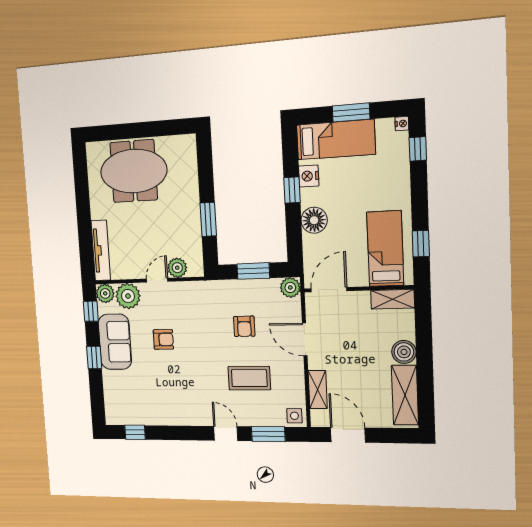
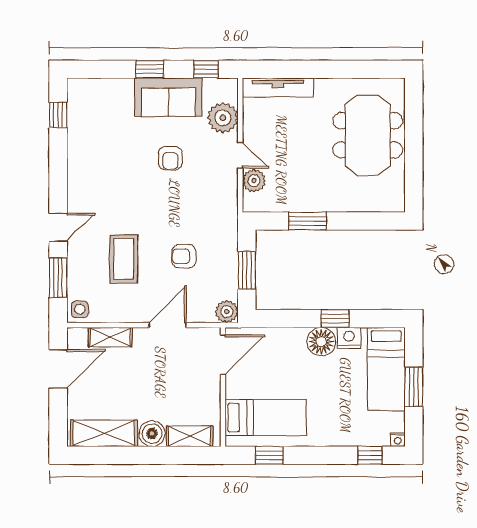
floor lamp: (314, 220) -> (321, 342), moved
door: (329, 290) -> (223, 355), hinge flipped
plant: (105, 293) -> (227, 89), removed
shelving: (393, 299) -> (190, 436), moved, turned 90

